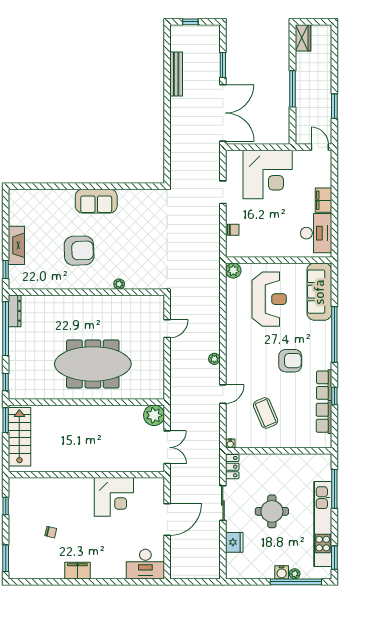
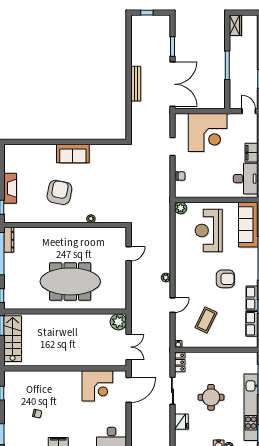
bench: (176, 74) -> (136, 84), moved
armchair: (79, 251) -> (59, 192), turned -77
reception desk: (269, 299) -> (209, 230), turned 180
coffee table: (266, 413) -> (206, 320), turned 49
corner desk: (114, 497) -> (97, 386), moved
door: (167, 519) -> (129, 390), moved

